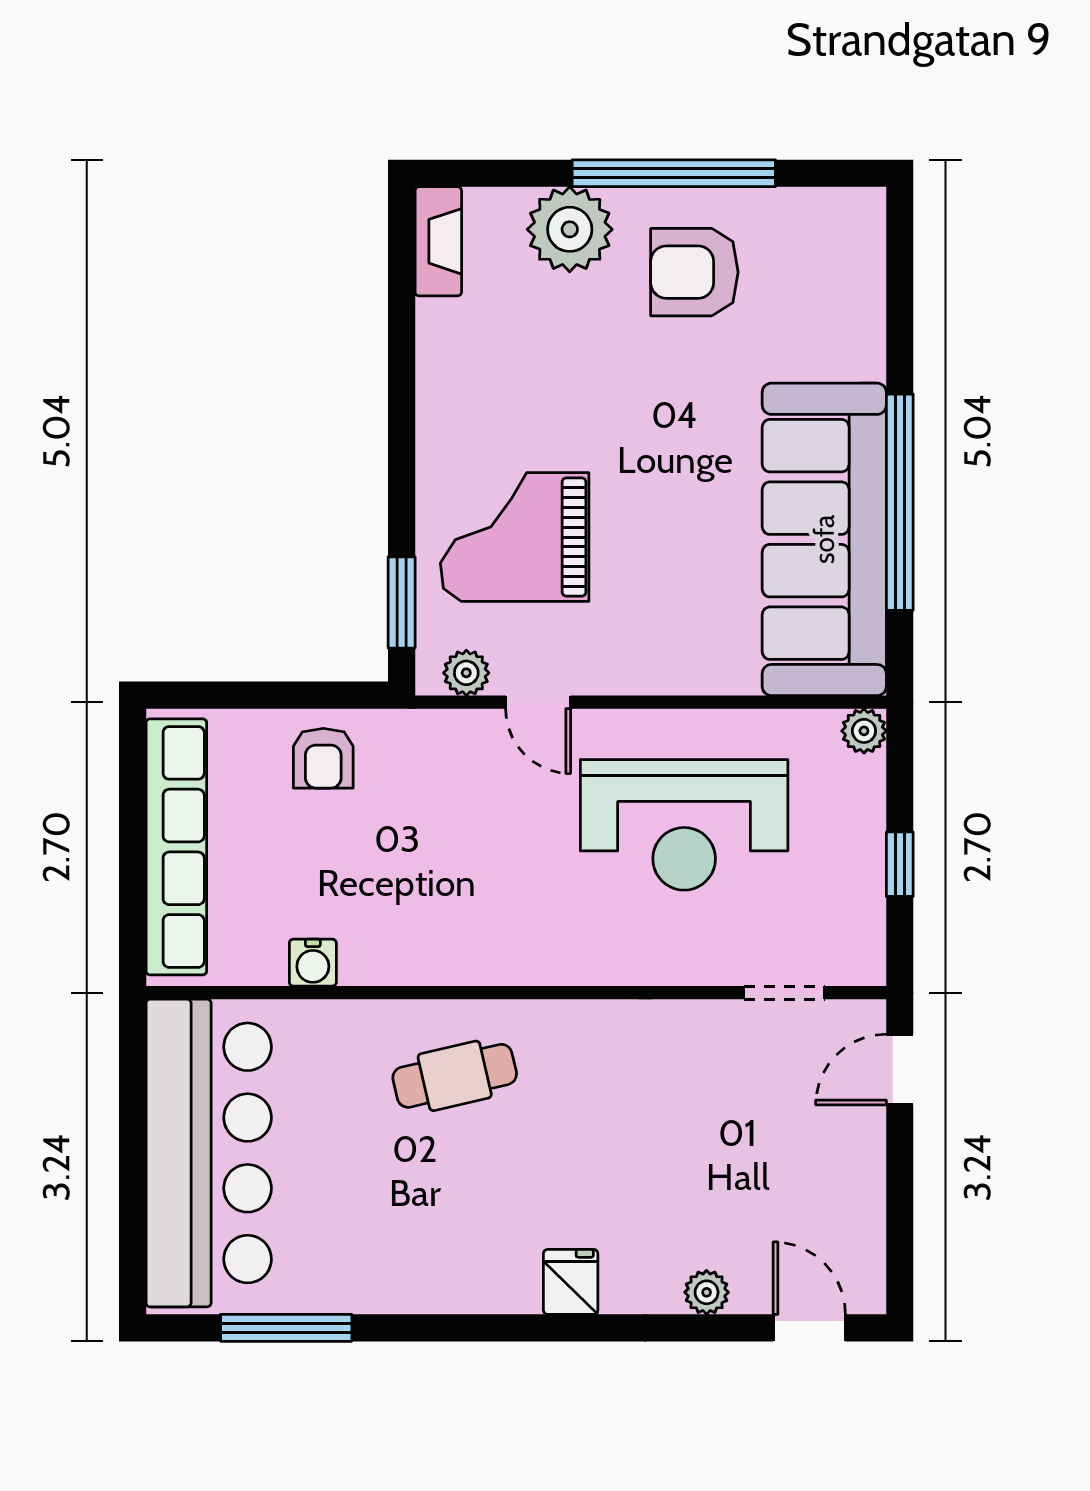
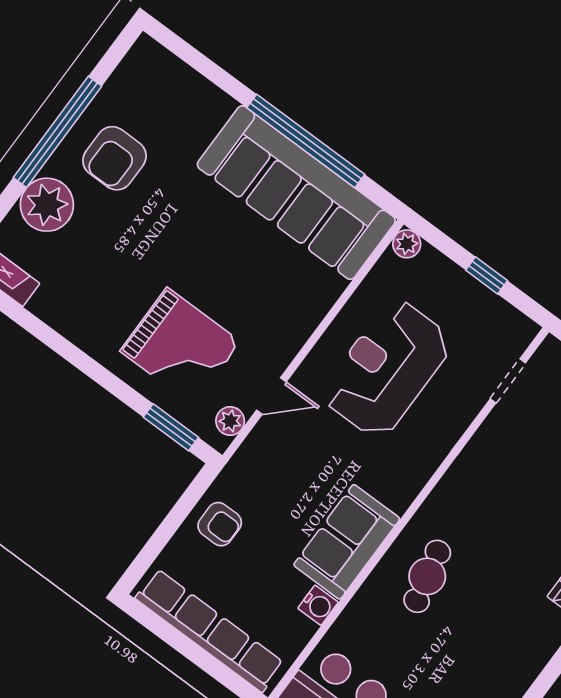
grand piano: (515, 537) -> (180, 346), turned -90
reception desk: (684, 825) -> (387, 369), turned 180
sofa: (422, 939) -> (347, 542), added

